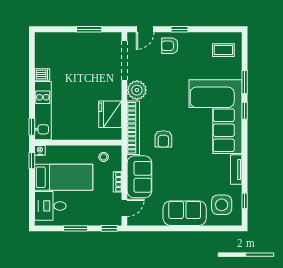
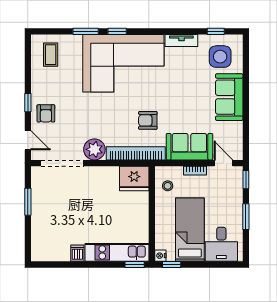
fridge: (110, 114) -> (134, 179), moved
armchair: (163, 139) -> (148, 120), turned 180

